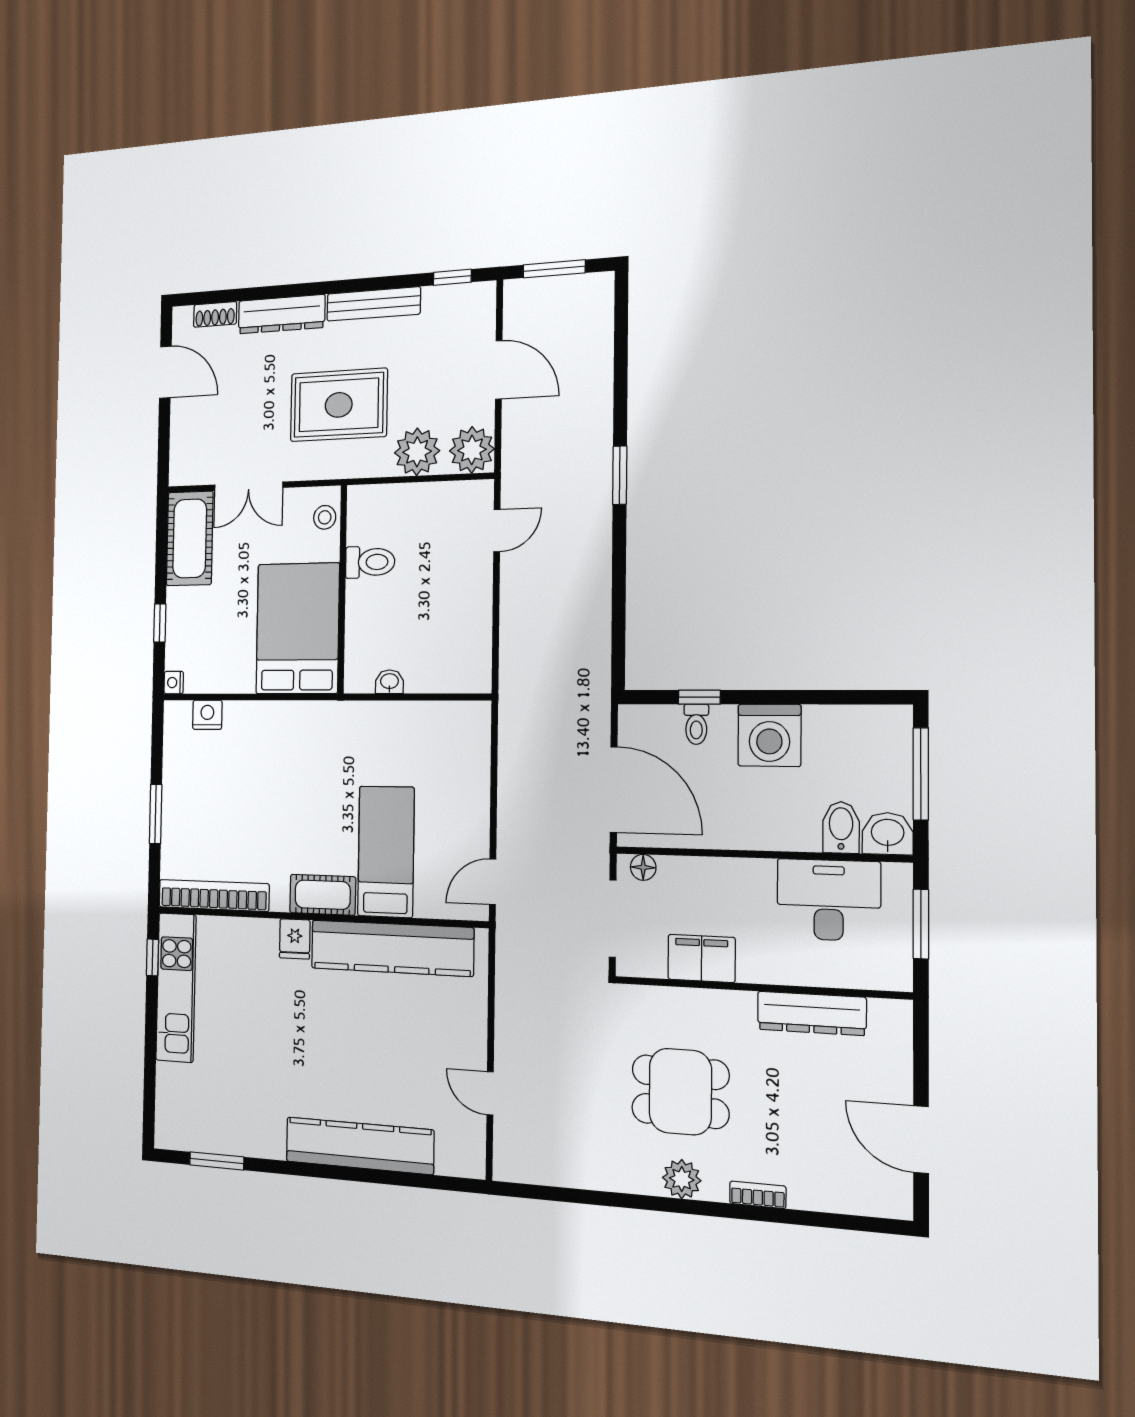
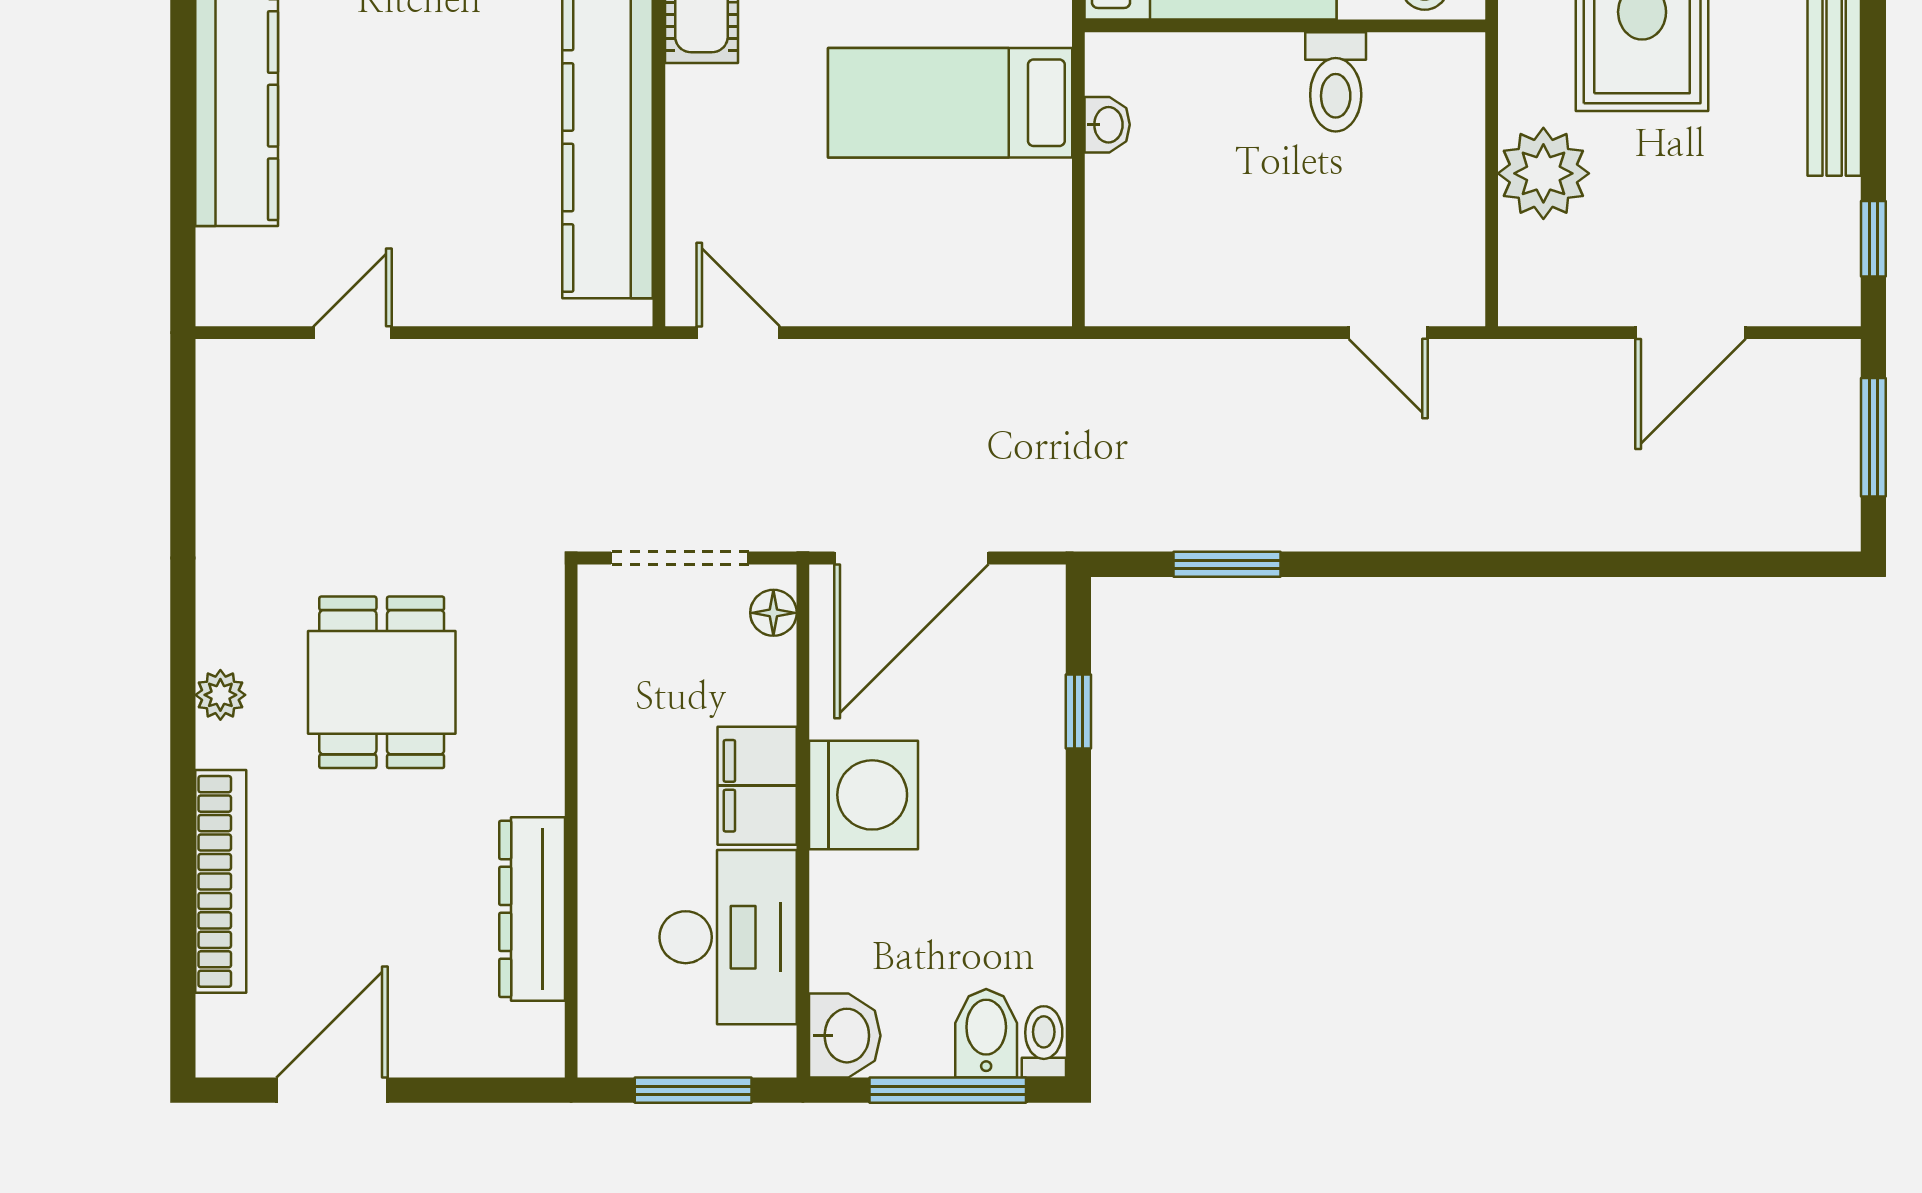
plant: (472, 450) -> (1542, 282), removed
window: (620, 475) -> (1227, 564), moved
toilet: (696, 724) -> (1044, 1042), moved, turned 90
washing machine: (769, 735) -> (863, 795), moved, turned 180
bidet: (841, 827) -> (986, 1033), moved, turned -90
bed: (386, 852) -> (950, 103), moved, turned 180
filing cabinet: (701, 958) -> (757, 786), moved, turned 180
plant: (682, 1179) -> (220, 695), width x0.73, depth x0.73
bookcase: (758, 1195) -> (221, 881), width x2.31, depth x1.31

